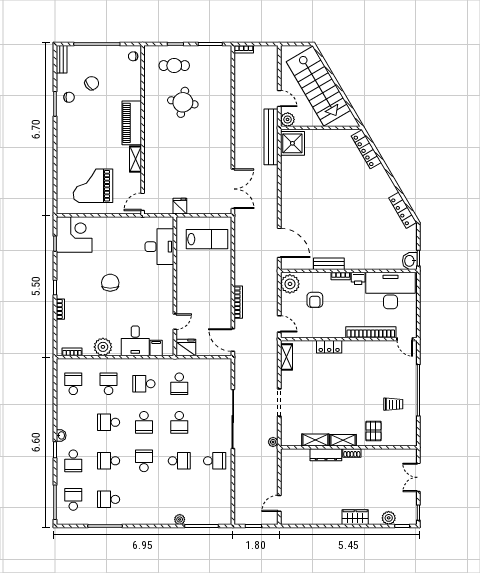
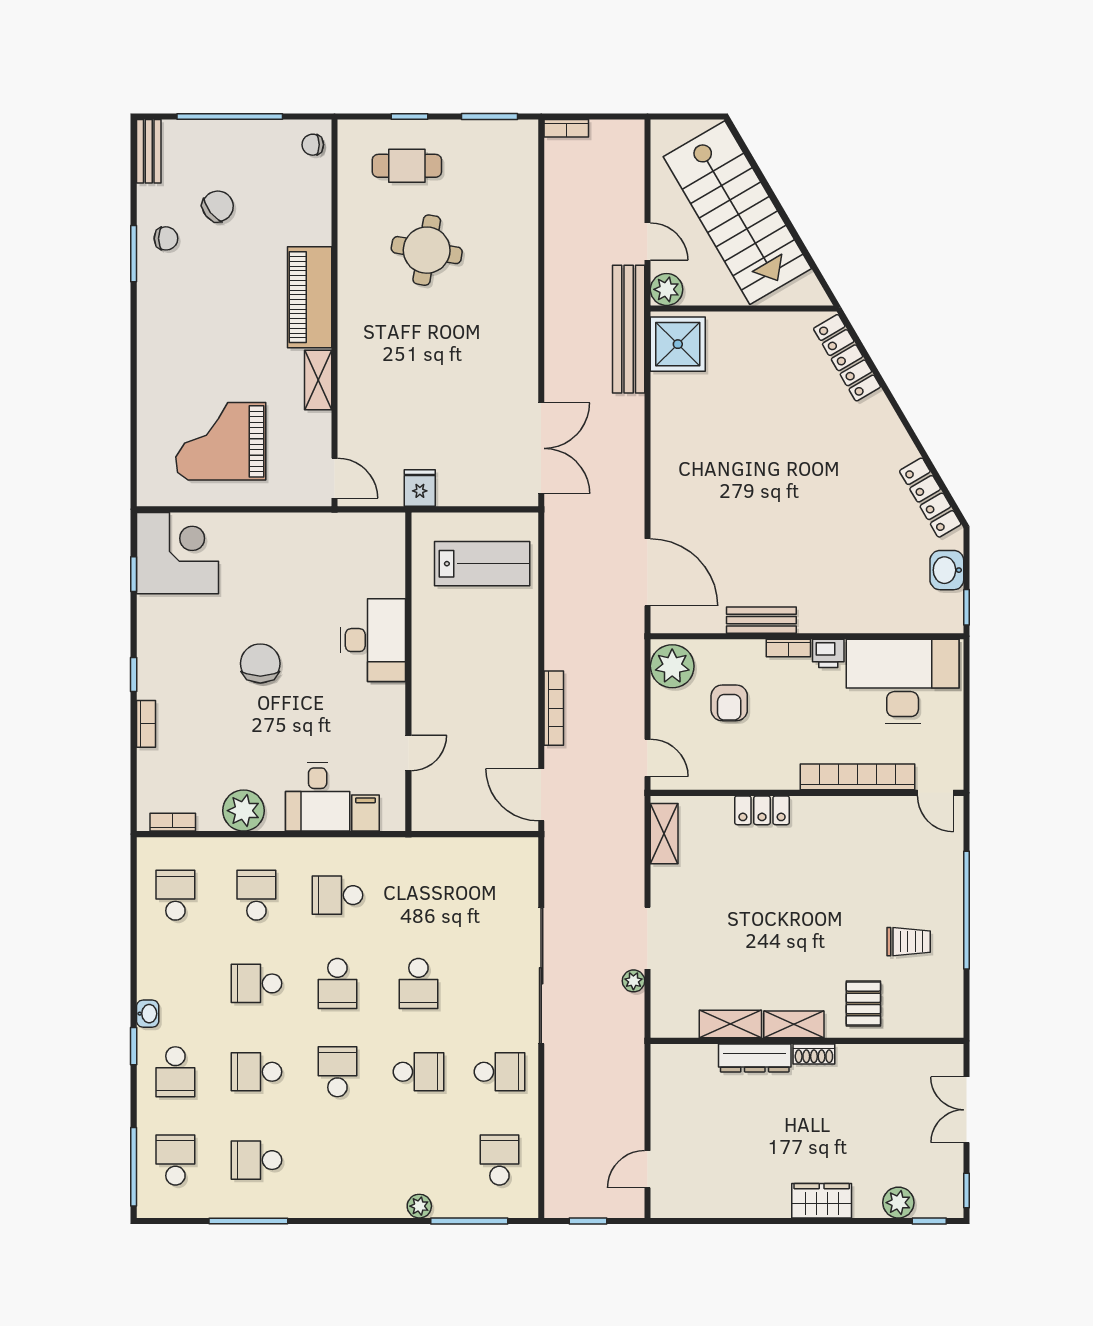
door: (143, 202) -> (334, 478), swing flipped
desk: (159, 247) -> (373, 640), moved
washbasin: (410, 261) -> (947, 570), moved
fridge: (186, 347) -> (434, 812), removed
school desk: (179, 384) -> (499, 1160), moved, turned 180
plant: (273, 442) -> (633, 981), moved

